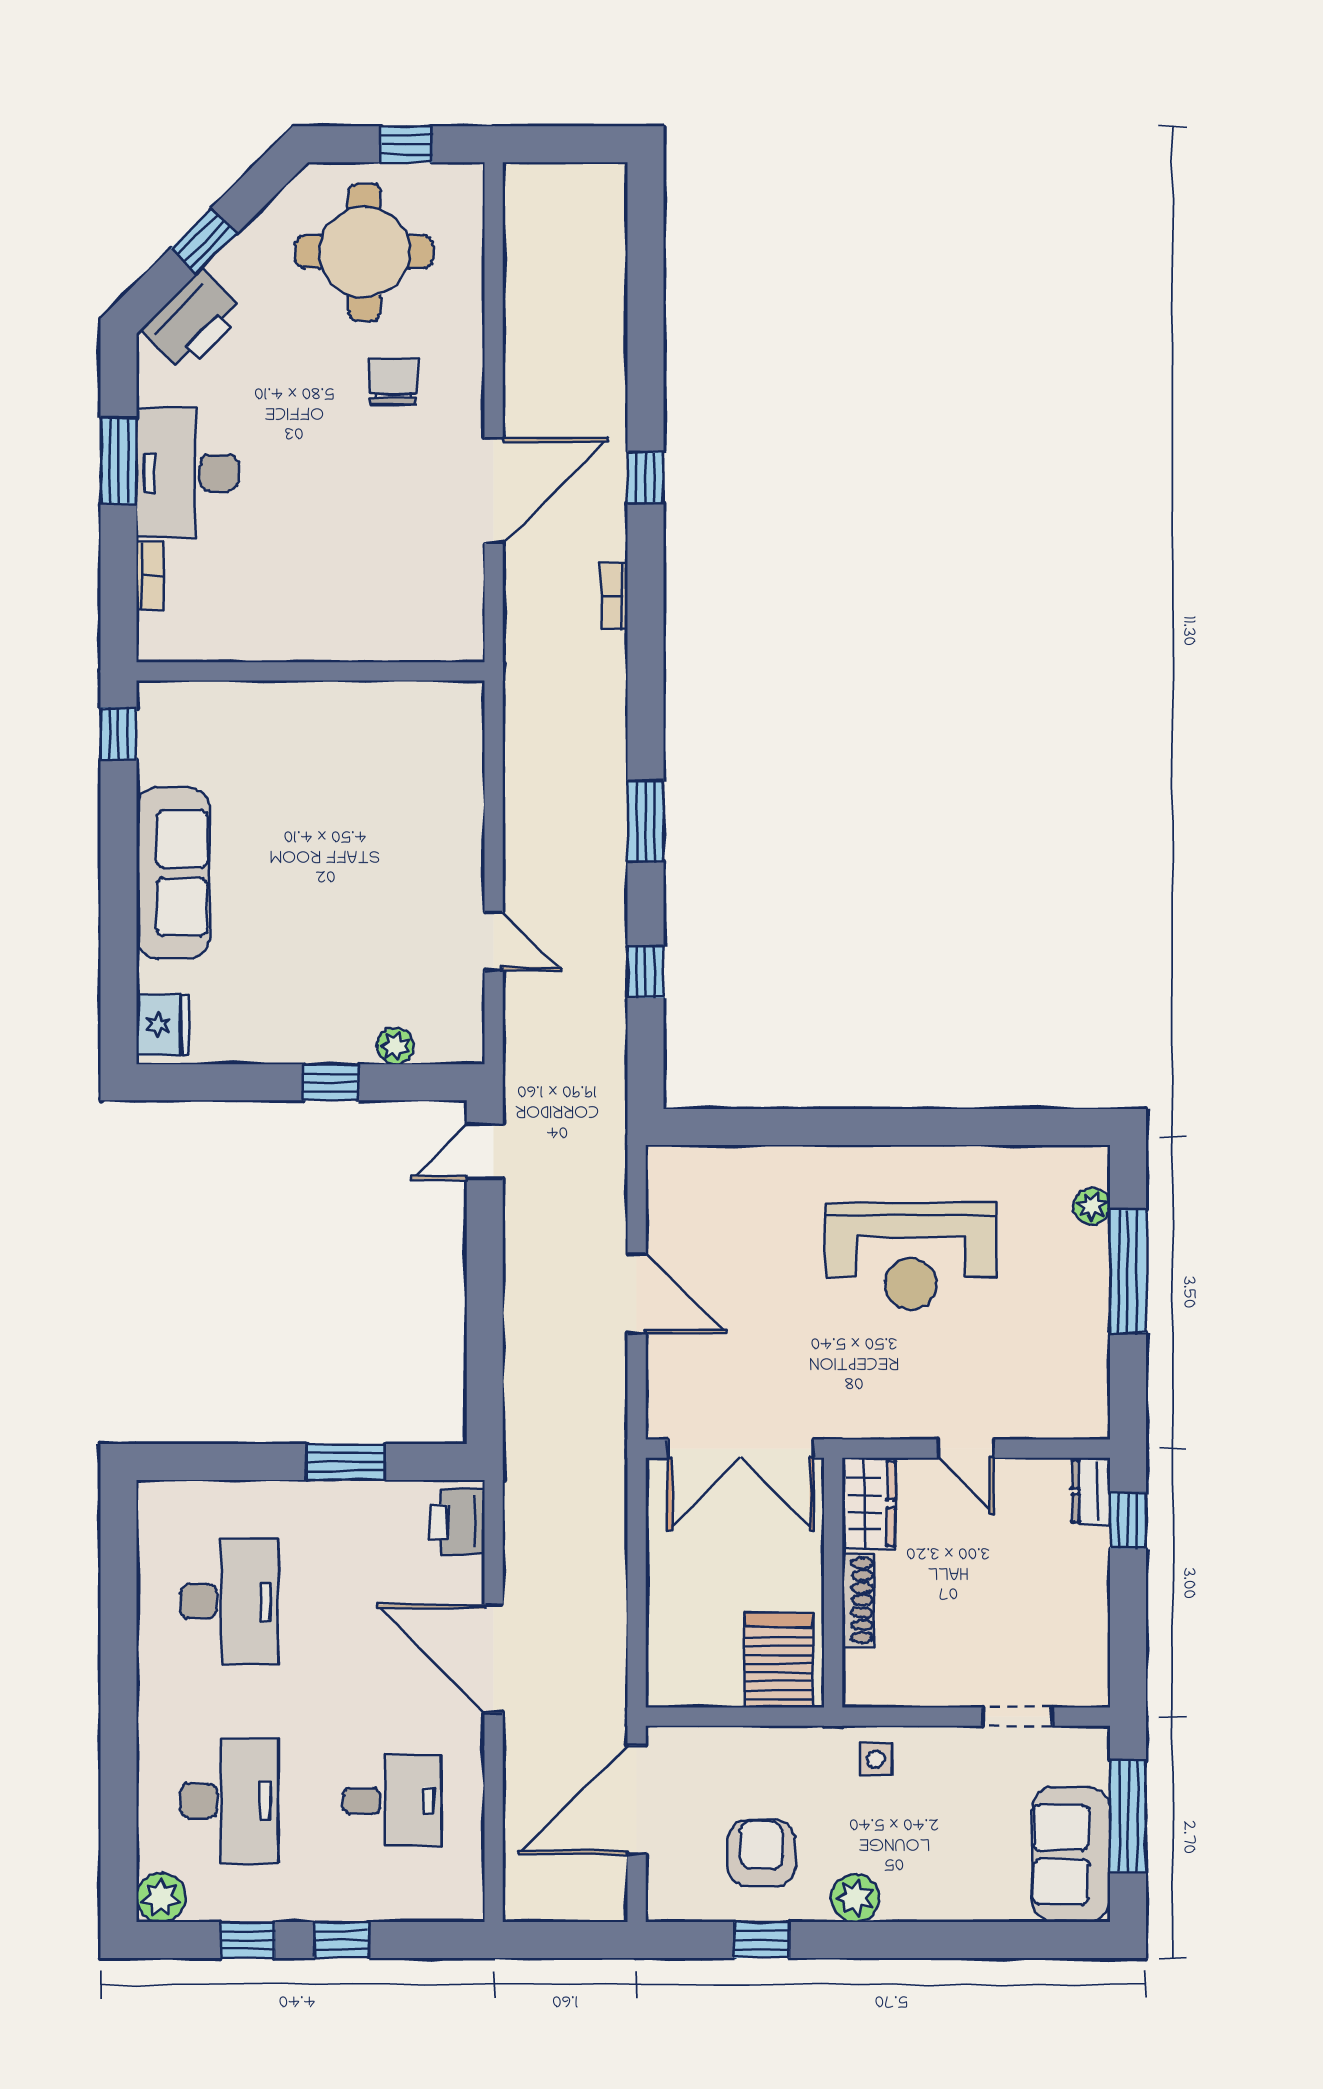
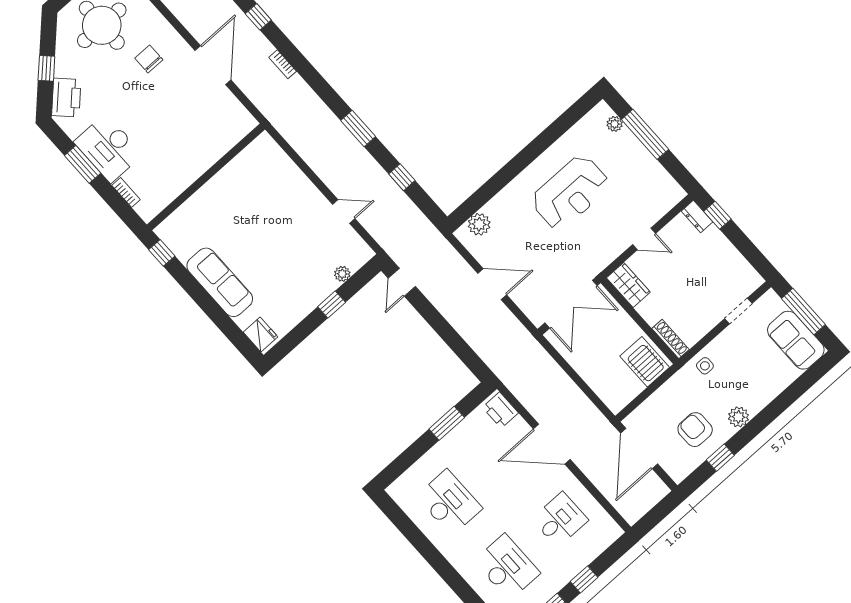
plant: (706, 1171) -> (479, 224), added
shoe rack: (858, 1600) -> (671, 339), moved

